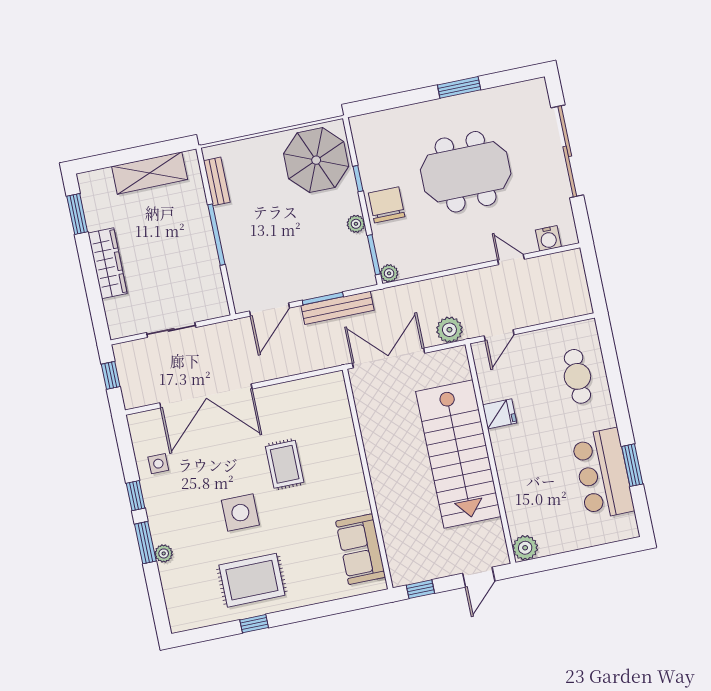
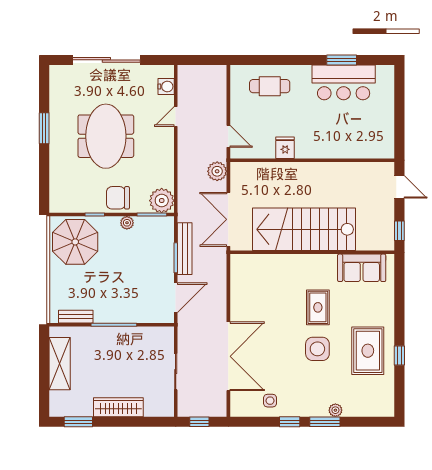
plant: (389, 273) -> (162, 201), width x1.87, depth x1.87
door: (269, 310) -> (176, 298), hinge flipped
stairs: (458, 454) -> (304, 229), moved, turned 180
rug: (285, 464) -> (318, 307), moved, turned 90
plant: (525, 548) -> (385, 149), removed

